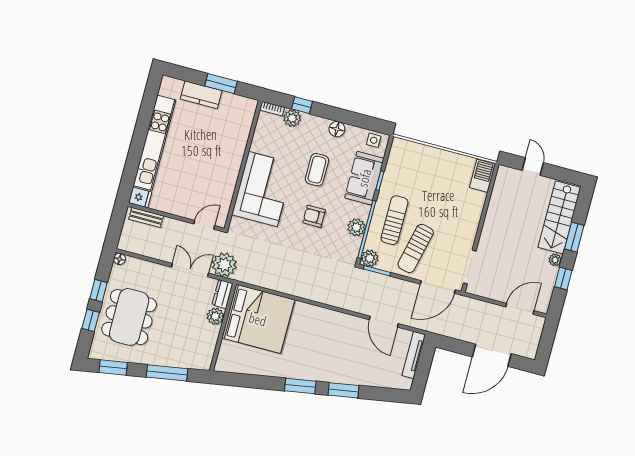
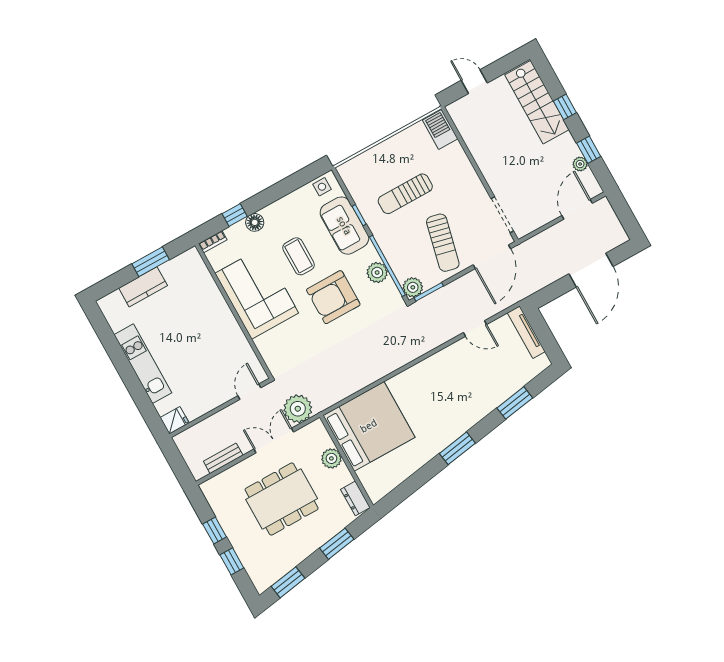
plant: (292, 118) -> (237, 234), removed
floor lamp: (337, 129) -> (255, 222), moved
kitchen unit: (154, 143) -> (143, 364), width x0.73
corner sofa: (263, 189) -> (257, 293), moved
armchair: (314, 216) -> (333, 297), width x1.88, depth x1.88
bench: (146, 217) -> (223, 458), moved
sun lounger: (394, 220) -> (405, 194), moved, turned -90
window: (574, 237) -> (565, 107), width x0.67
floor lamp: (119, 259) -> (207, 488), removed
plant: (555, 260) -> (580, 164), moved
dresser: (222, 294) -> (355, 498), moved
dining table: (129, 317) -> (282, 499), moved, turned 90
door: (384, 322) -> (475, 328), width x0.73
window: (167, 373) -> (337, 544), width x0.69
window: (344, 390) -> (515, 403), moved

